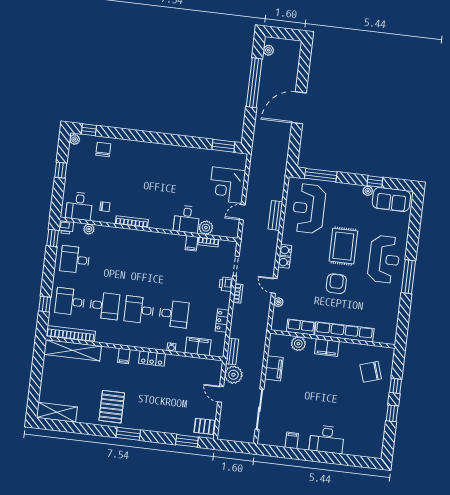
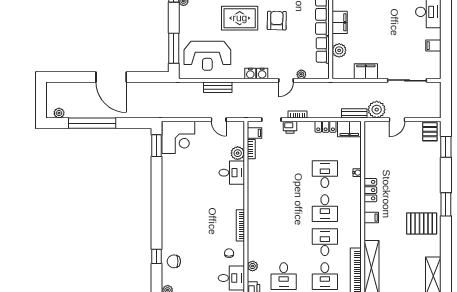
window: (89, 130) -> (156, 256), moved
corner desk: (227, 185) -> (178, 137), moved
filing cabinet: (192, 243) -> (254, 133), moved
armchair: (336, 284) -> (277, 21), turned 91
filing cabinet: (198, 346) -> (349, 129), moved, turned -90

